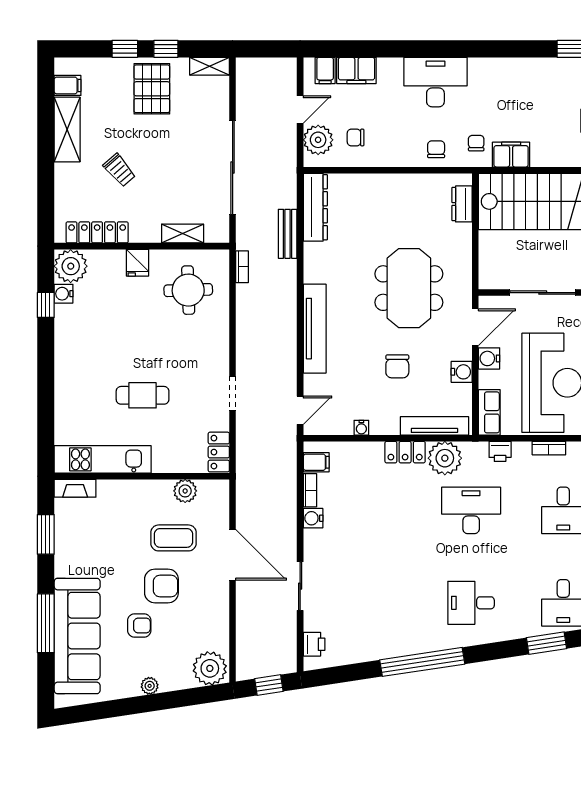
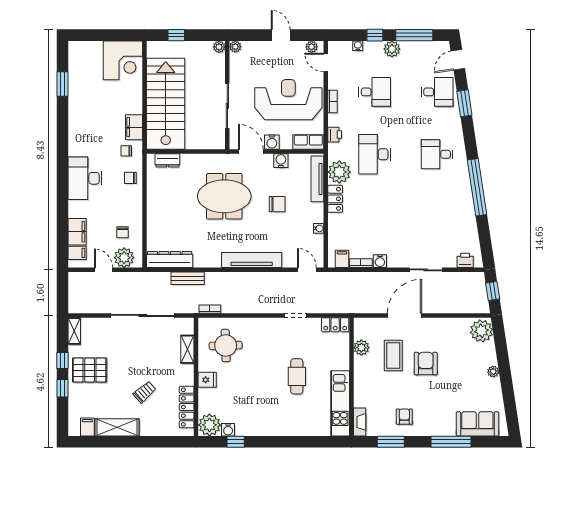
desk: (471, 603) -> (437, 154), turned 90
armchair: (139, 625) -> (404, 417), moved
sofa: (77, 636) -> (477, 424), width x0.54, depth x0.79

